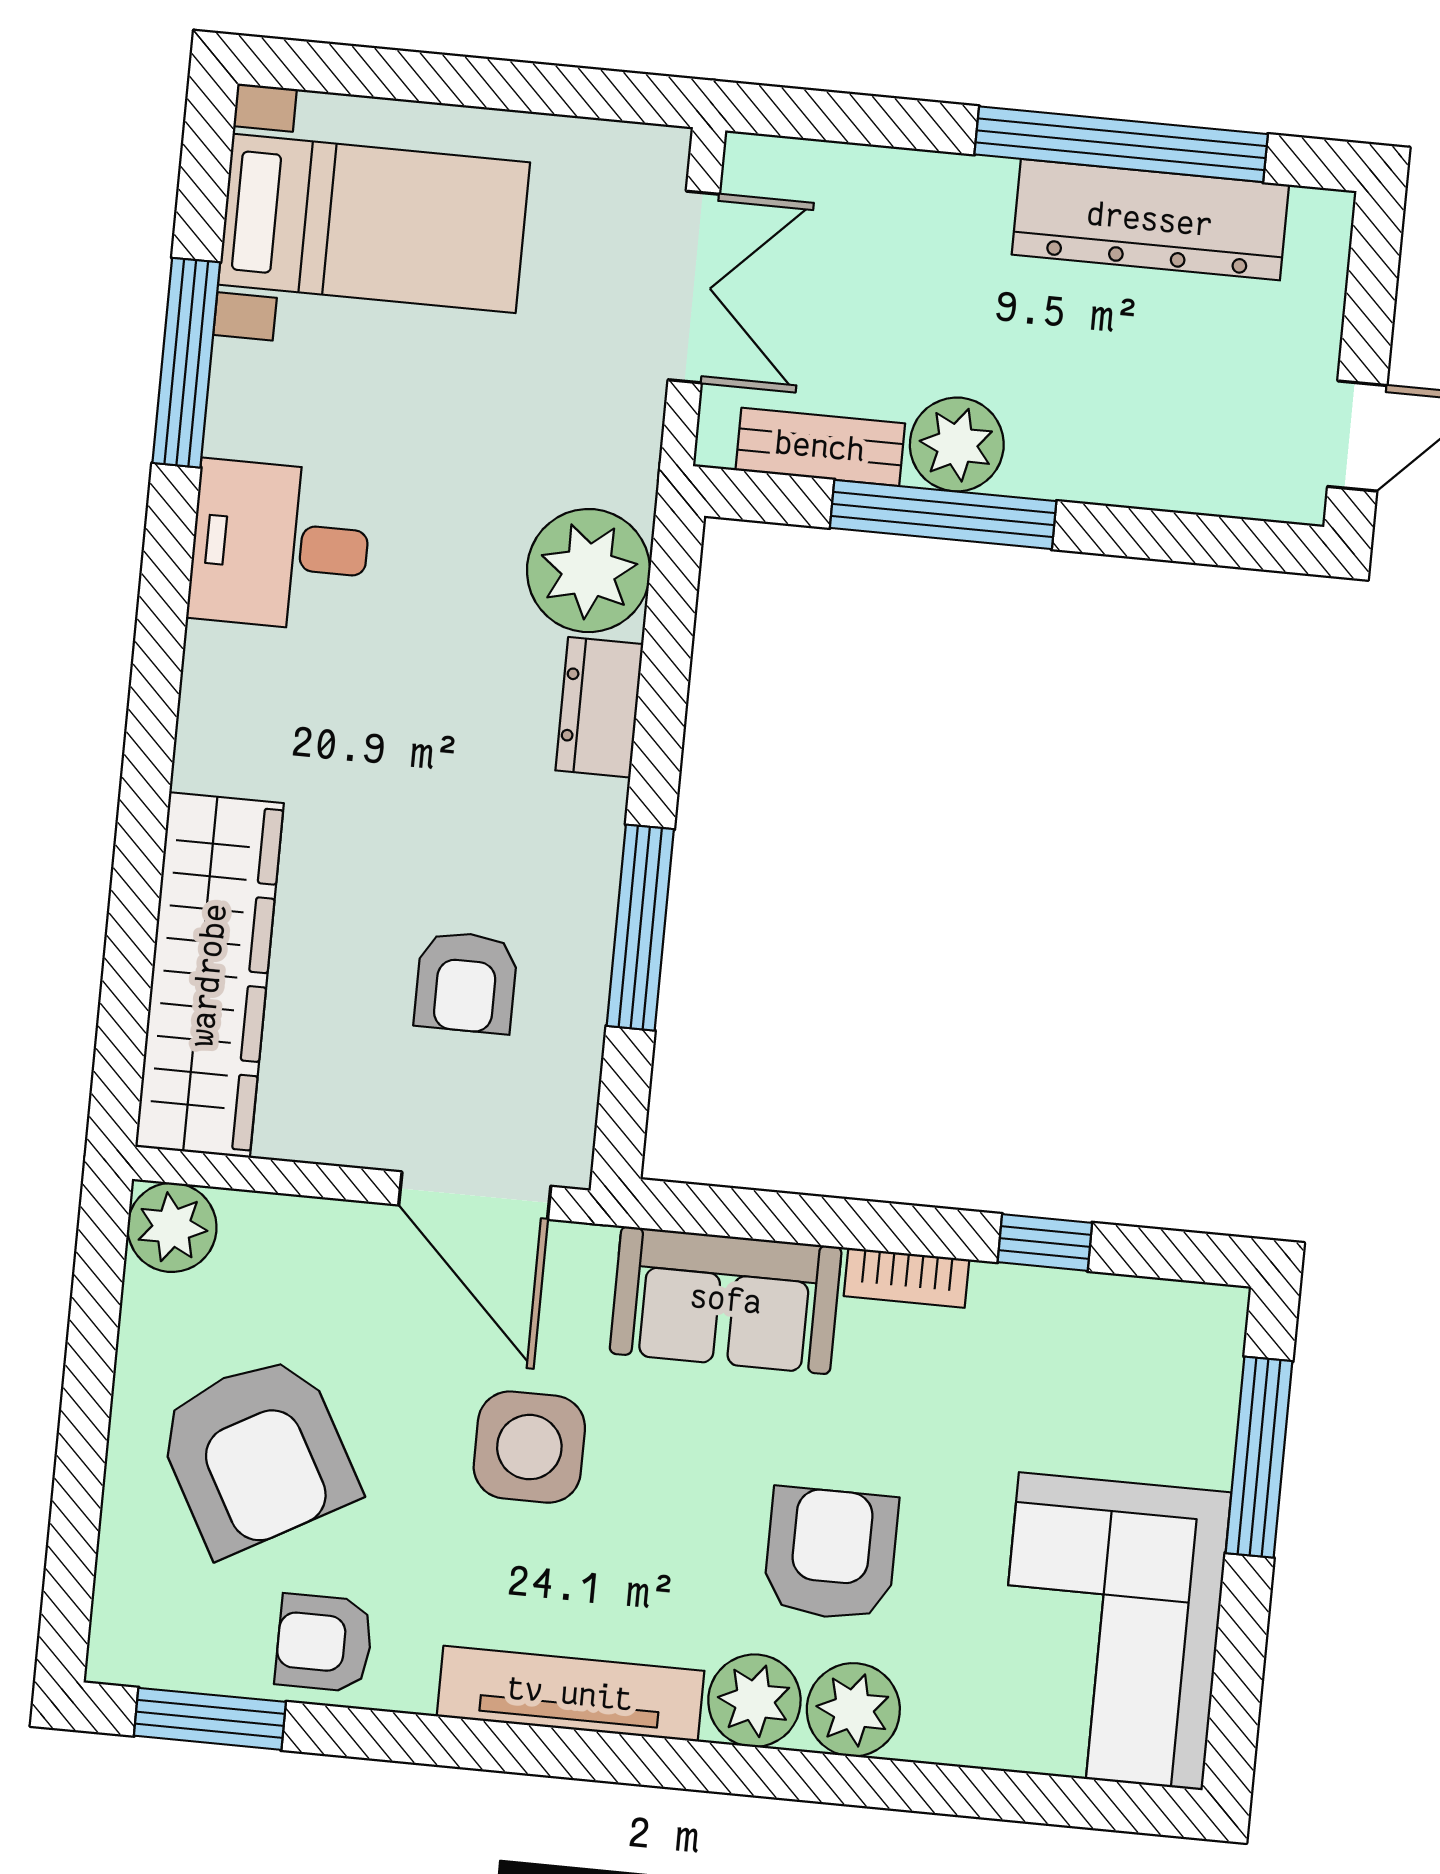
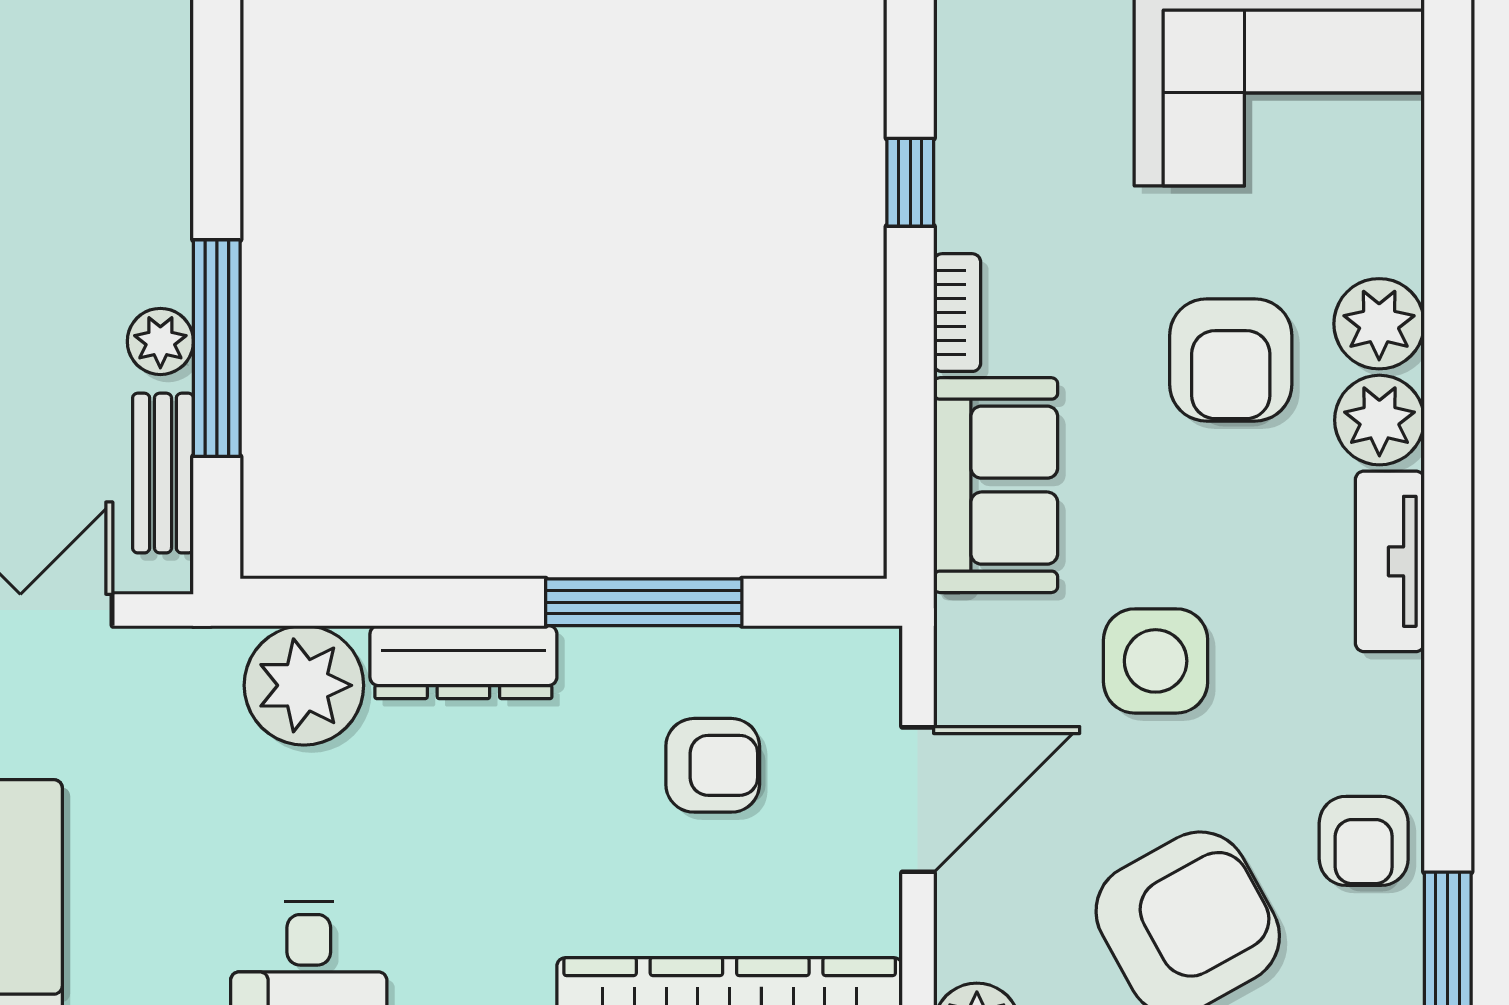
plant: (957, 444) -> (160, 341), width x0.73, depth x0.73
dresser: (599, 707) -> (463, 662), width x1.44
door: (475, 1196) -> (918, 800), moved
armchair: (831, 1554) -> (1231, 360), turned -90
tv unit: (570, 1694) -> (1390, 561), width x0.71

